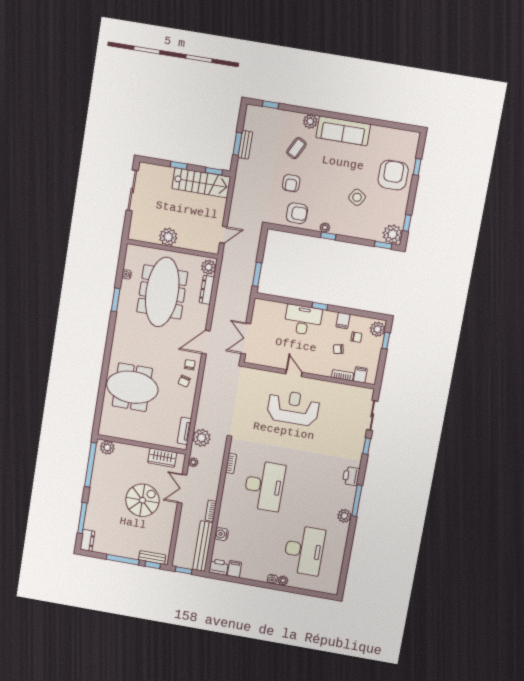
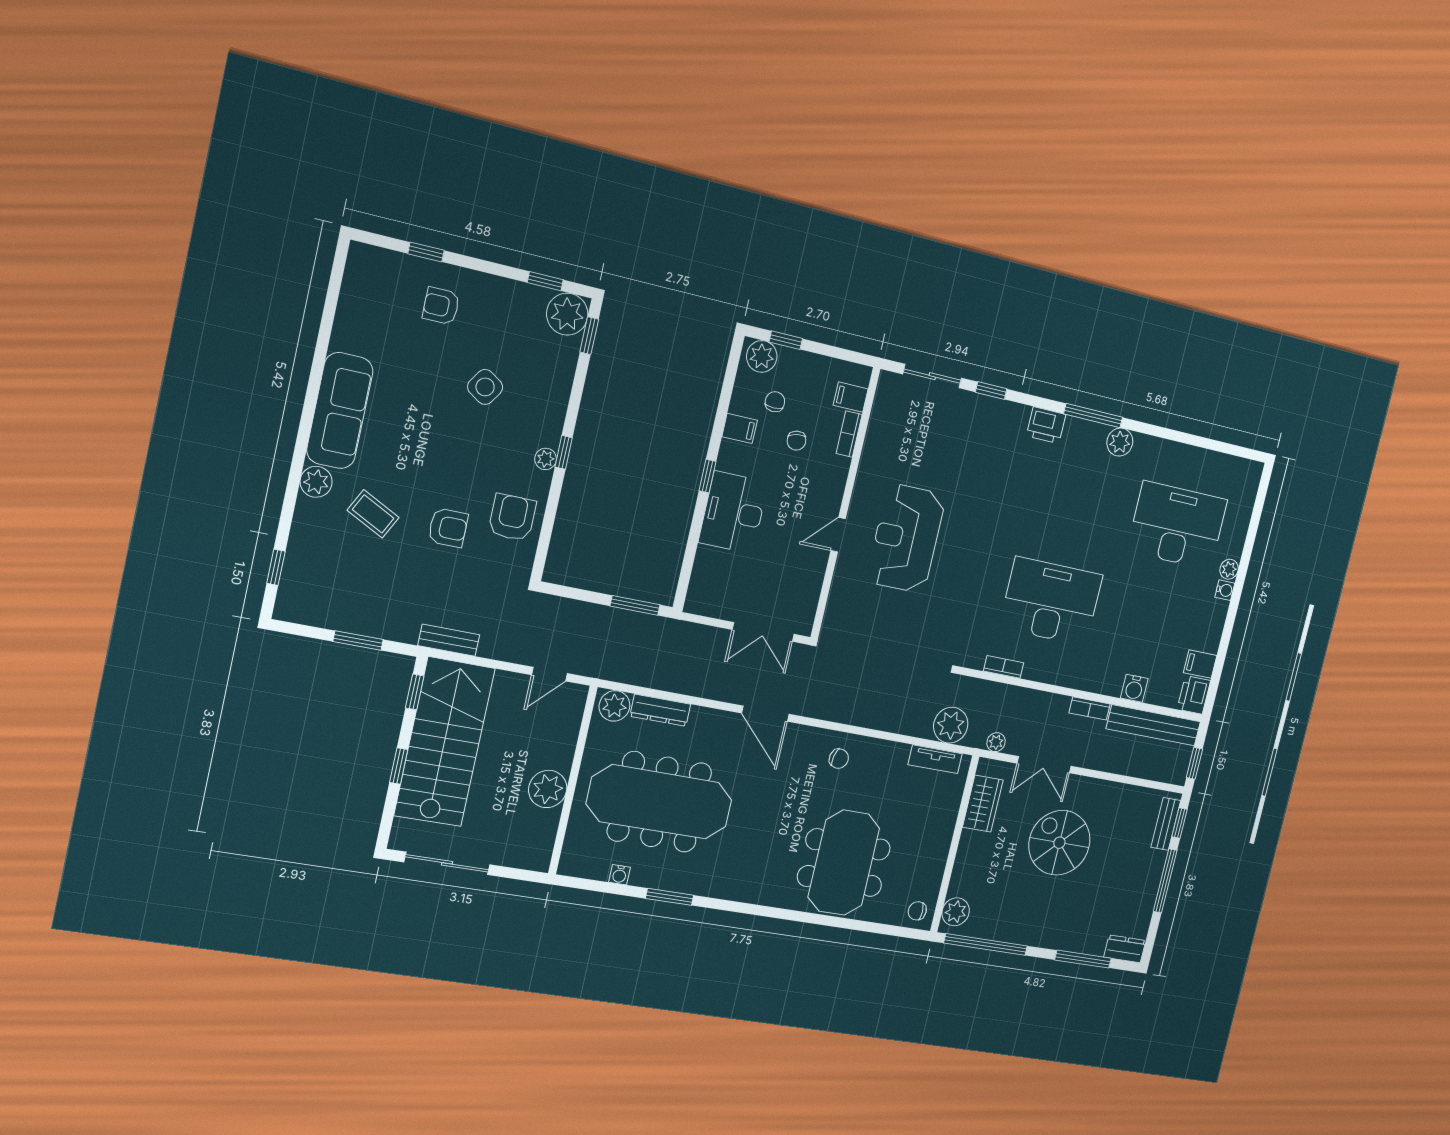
bench: (245, 145) -> (449, 640), moved
armchair: (393, 175) -> (441, 306), width x0.53, depth x0.53
stairs: (201, 183) -> (445, 742), width x1.36, depth x1.51
door: (223, 235) -> (549, 674), swing flipped
chair: (190, 365) -> (917, 911), moved

